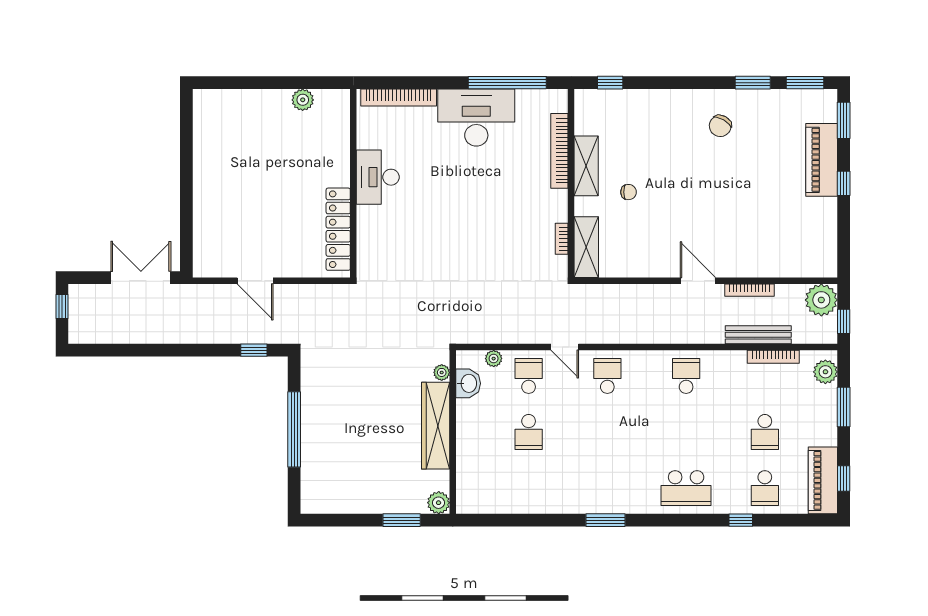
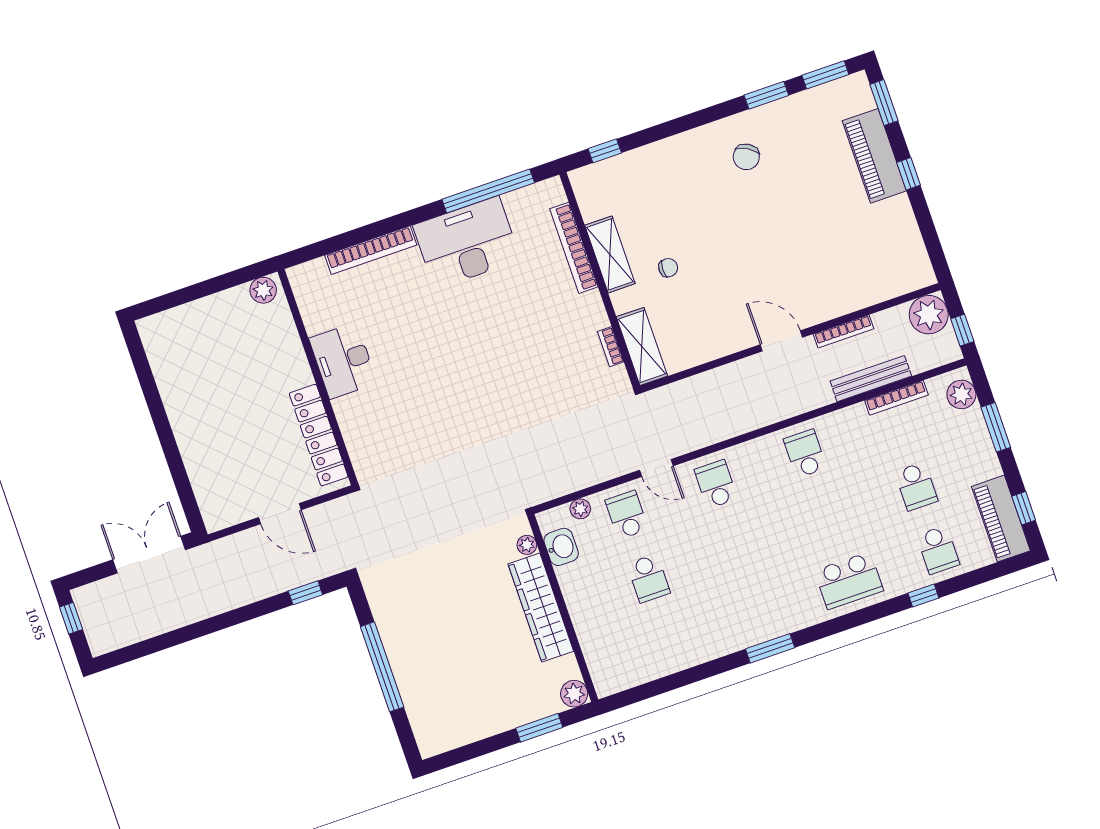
desk: (378, 177) -> (343, 361), moved
wall: (353, 183) -> (318, 377), moved
locker: (338, 229) -> (319, 435), moved

